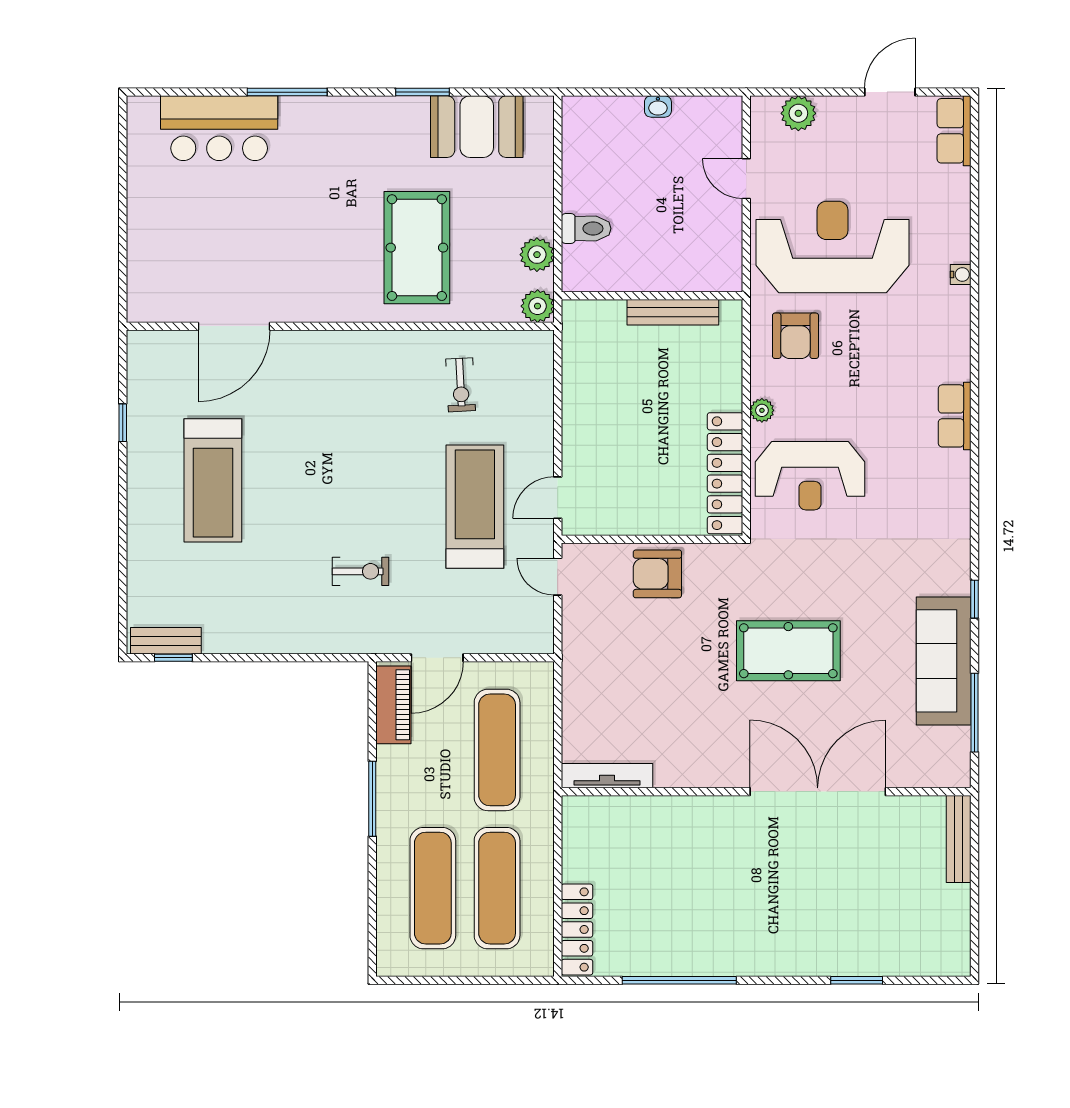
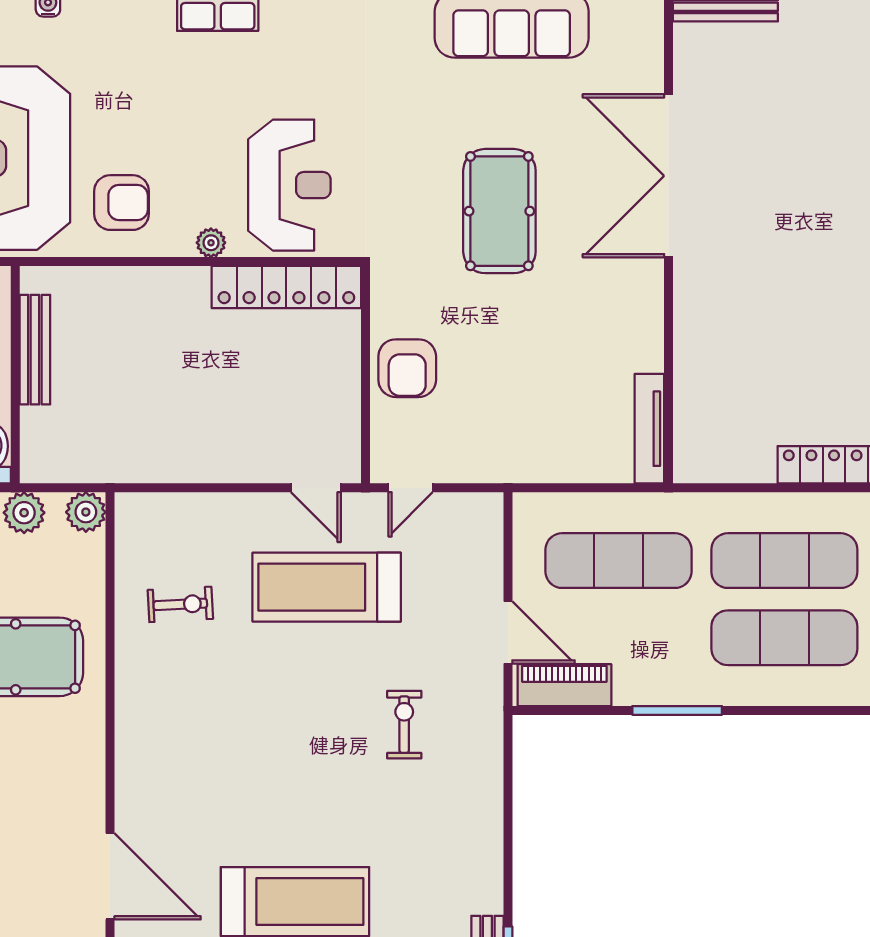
wall: (652, 296) -> (15, 375), moved
bench: (673, 312) -> (35, 350), moved

